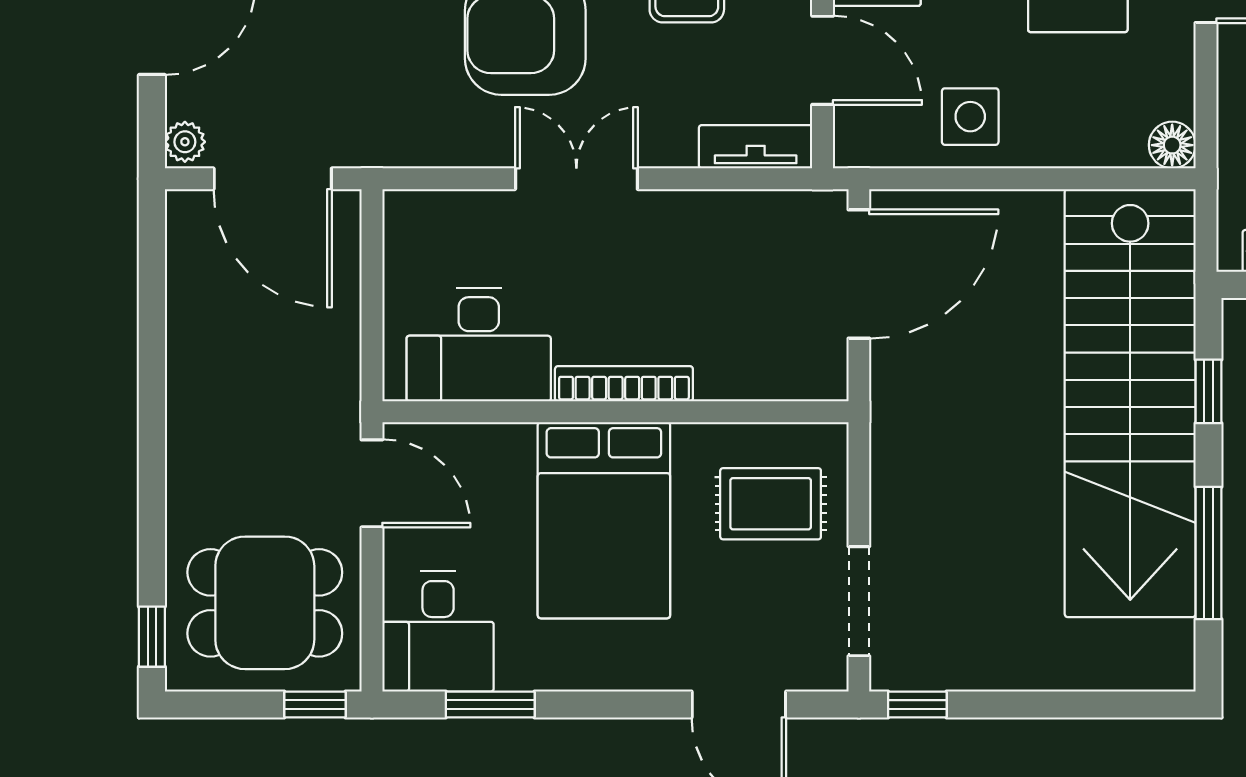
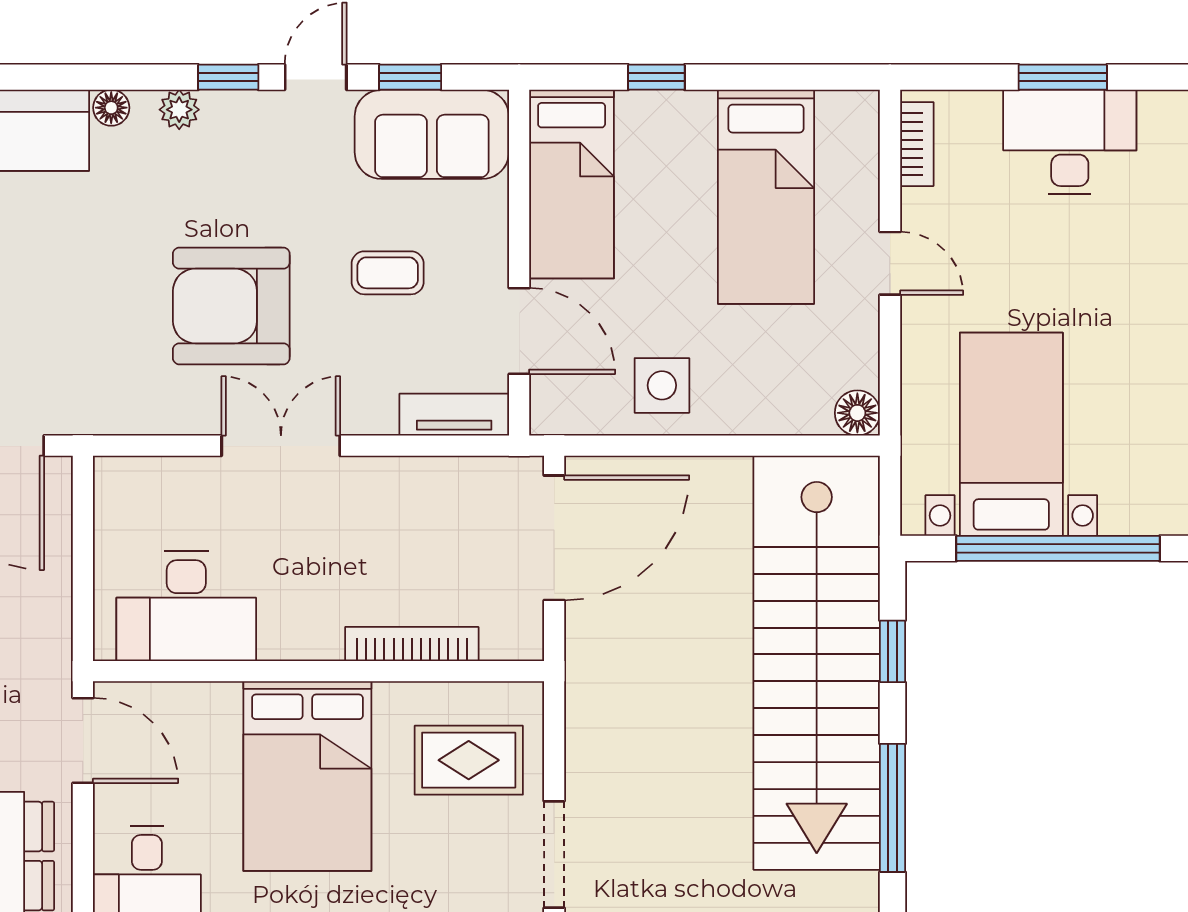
bookcase: (624, 384) -> (412, 644), moved

